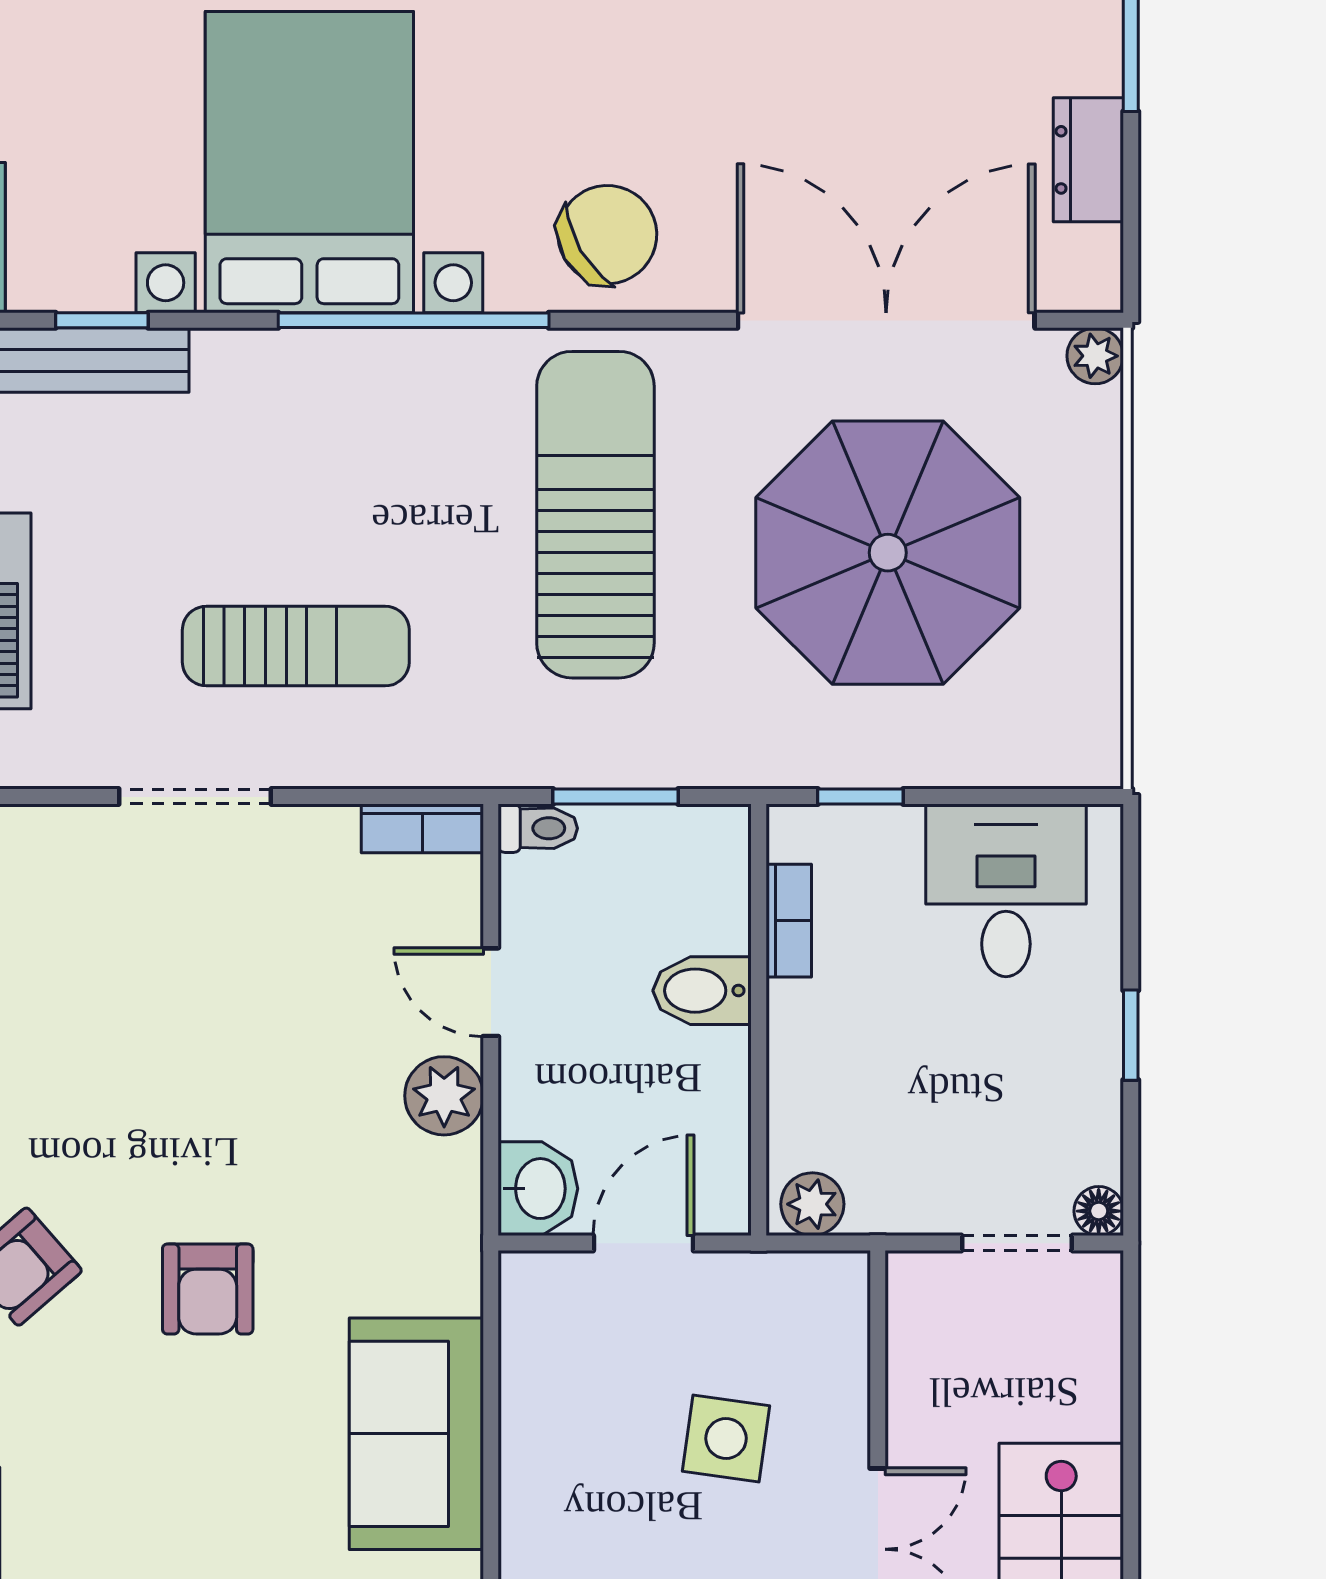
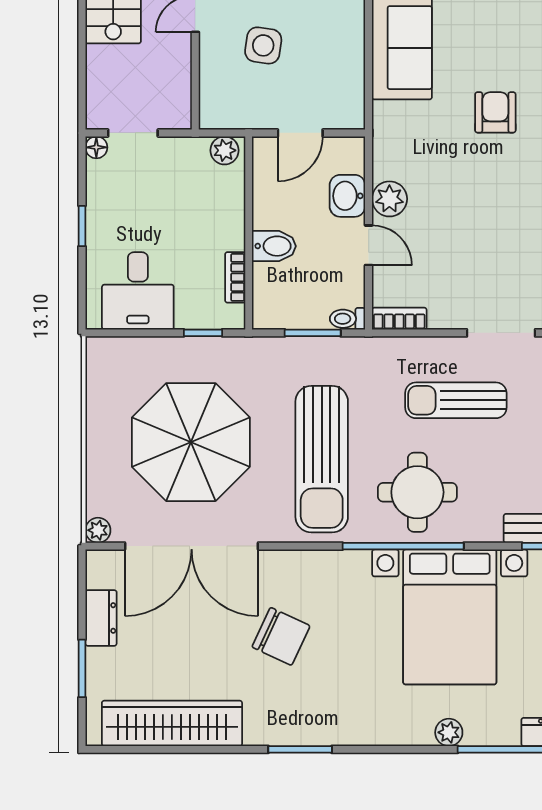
chair: (607, 235) -> (281, 636), moved, turned -125
round table: (382, 441) -> (417, 492), added
washbasin: (538, 1189) -> (347, 196), moved

